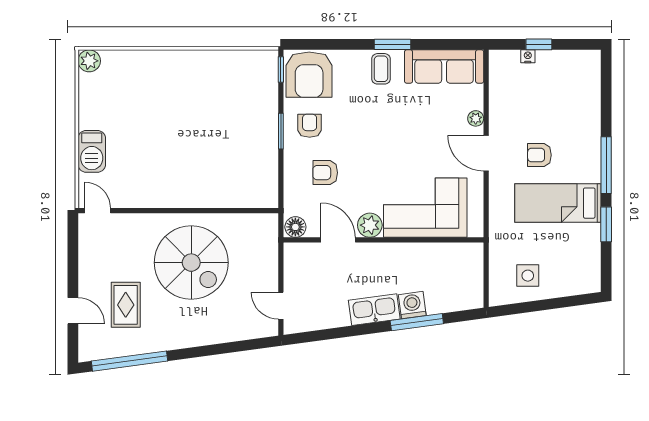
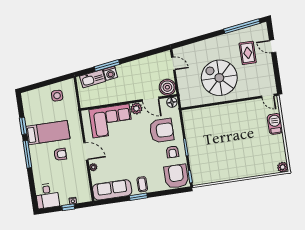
desk: (578, 74) -> (47, 196), added
armchair: (325, 173) -> (162, 131), width x1.88, depth x1.88
boiler: (300, 259) -> (167, 87), added
kitchen sink: (374, 310) -> (93, 79), moved

